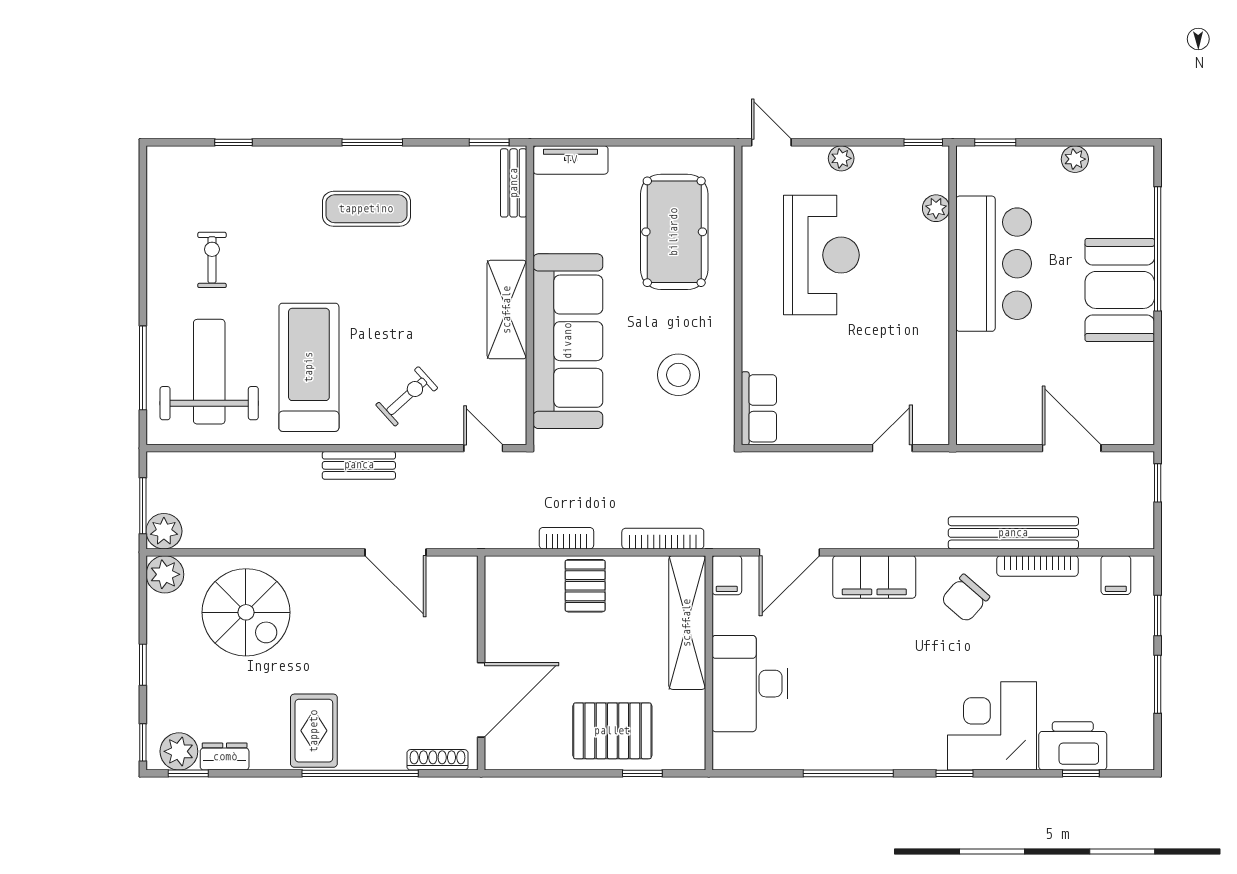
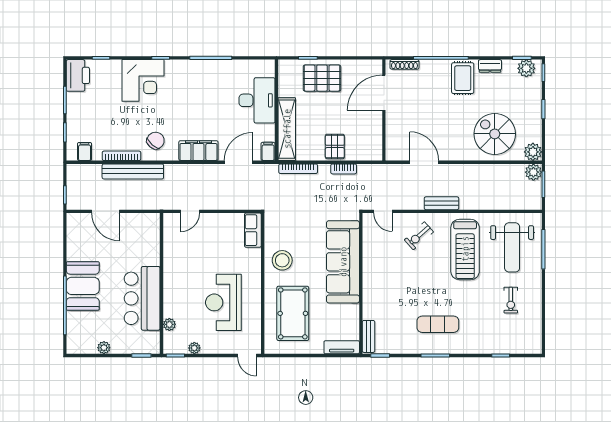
plant: (841, 158) -> (194, 348), moved
shelving: (507, 310) -> (372, 277), removed
stool: (678, 375) -> (282, 260), moved
printer: (1073, 746) -> (78, 75), moved, turned -90
dresser: (225, 757) -> (490, 66), moved

